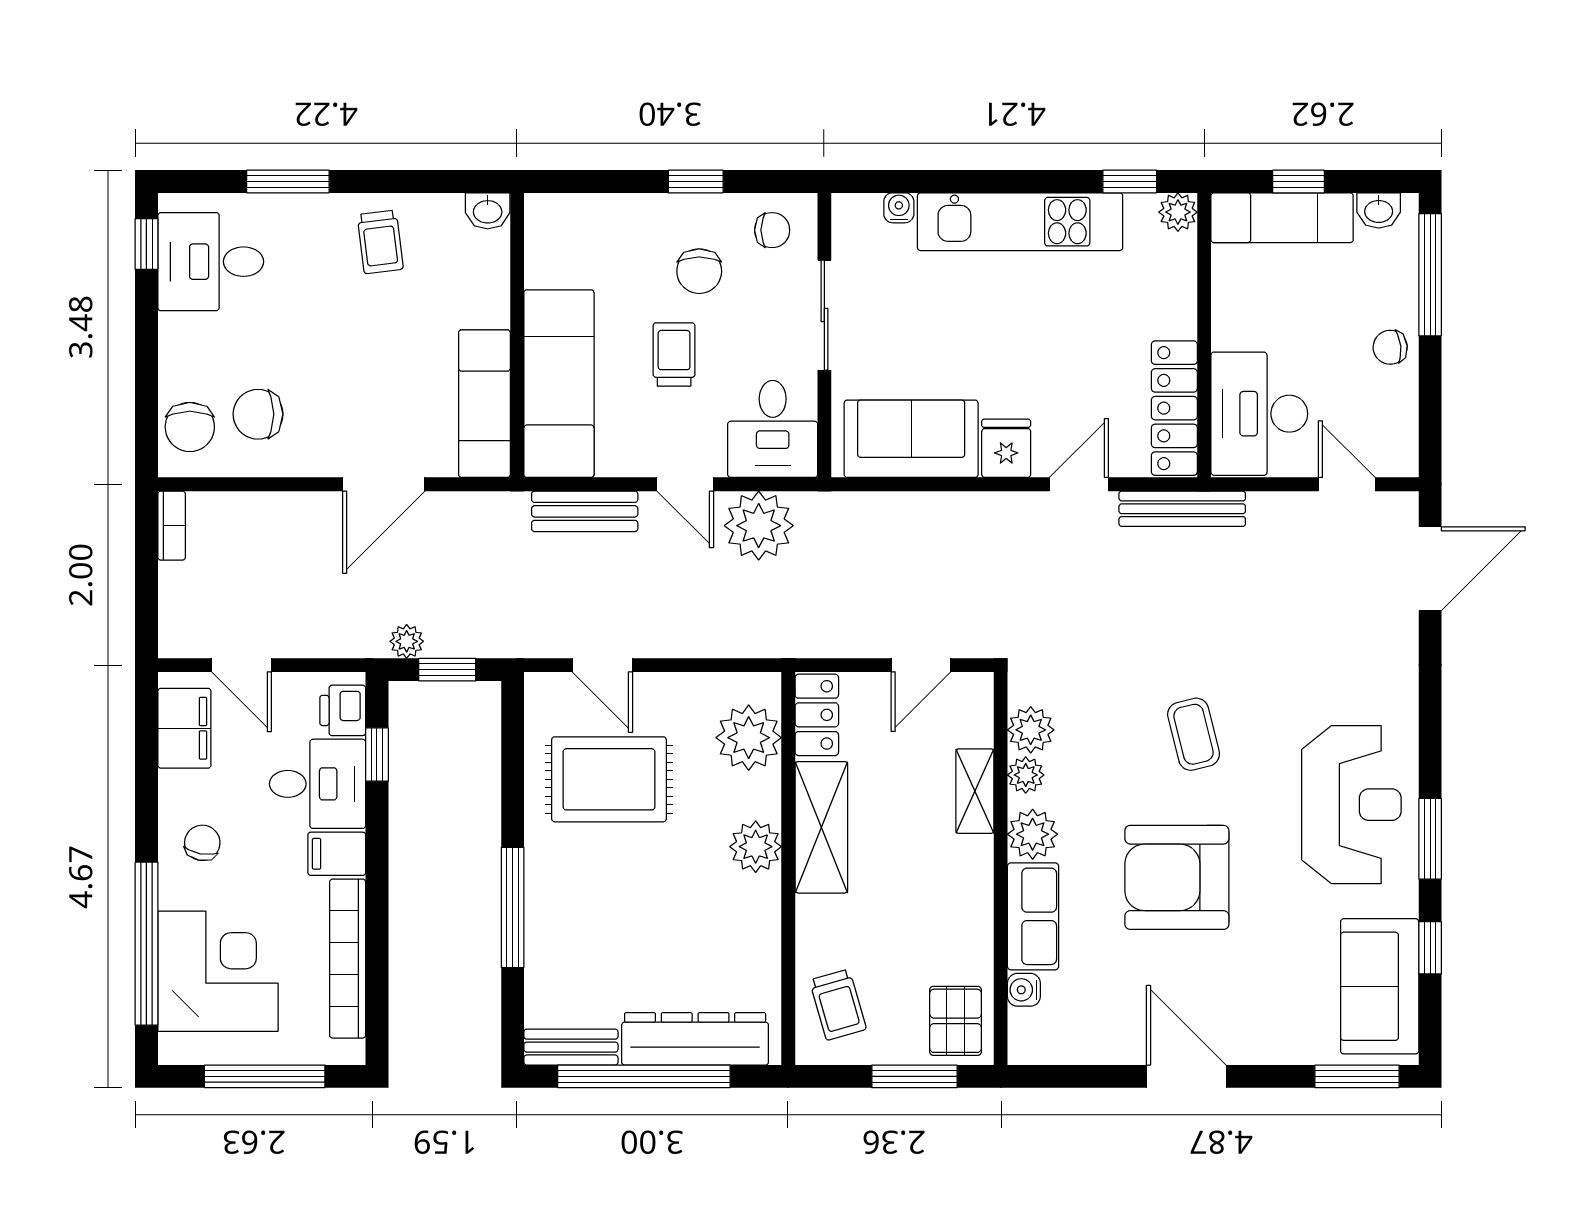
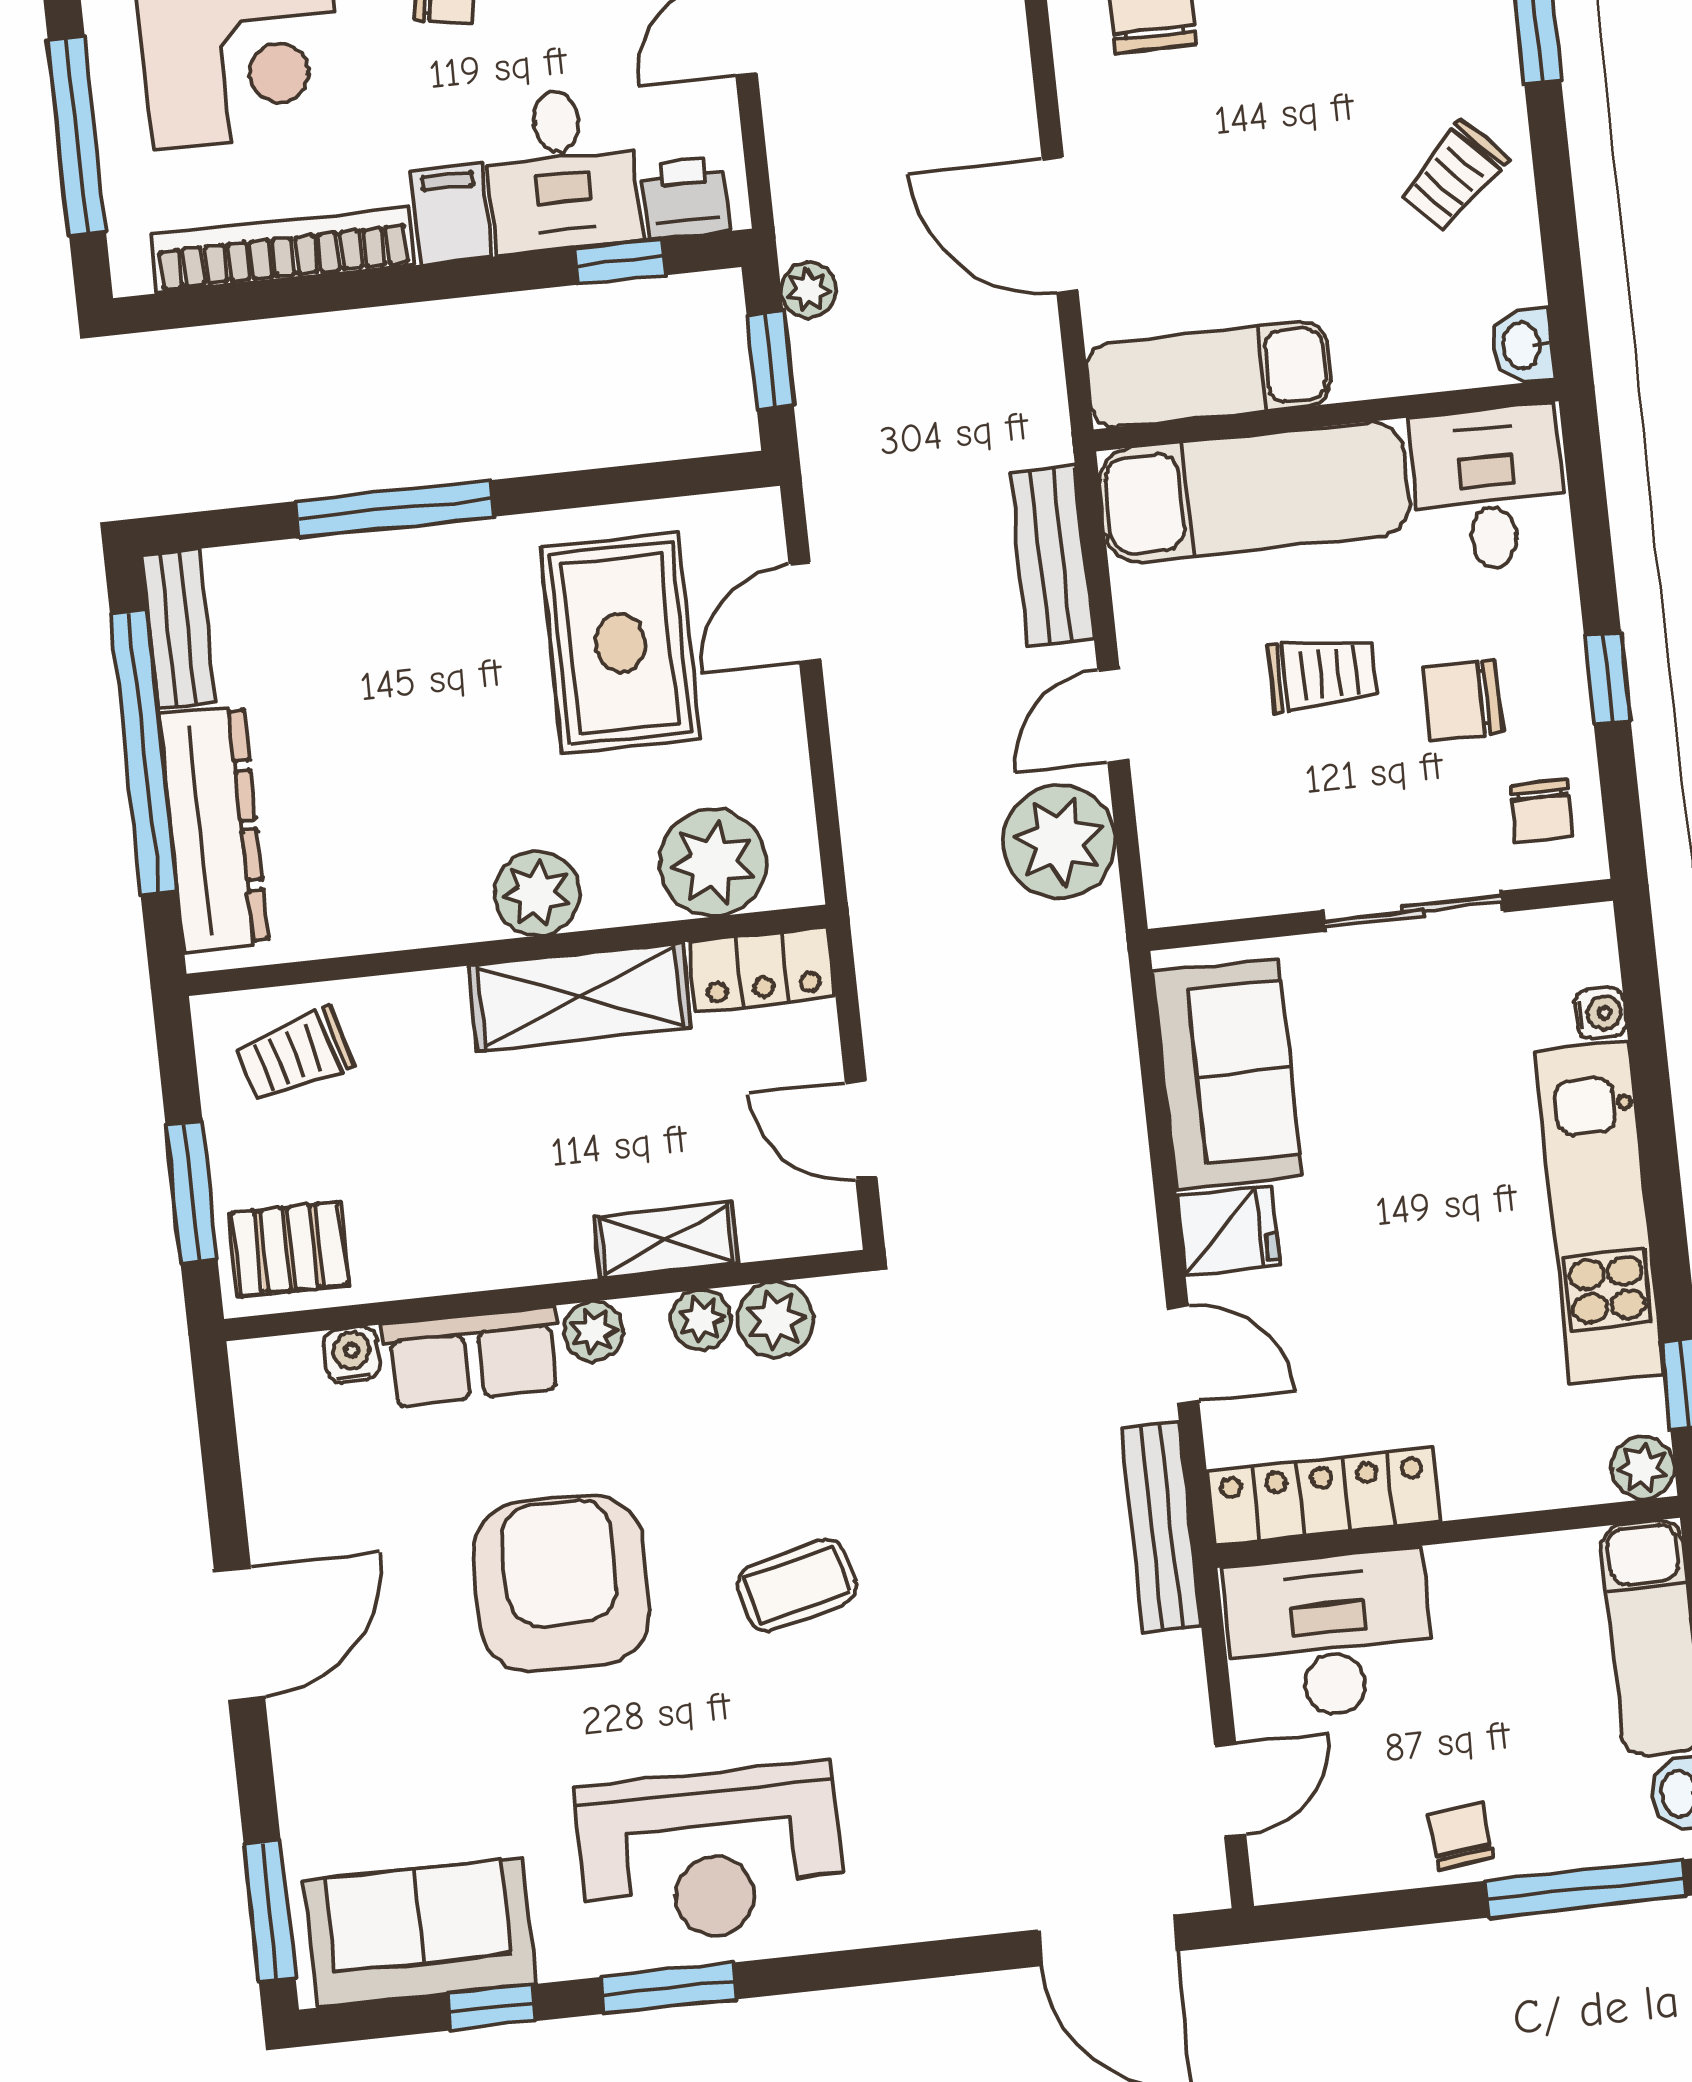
trolley: (380, 242) -> (1453, 176), turned -37
desk: (773, 429) -> (1489, 489), moved, turned 90
plant: (1033, 834) -> (594, 1331), width x0.73, depth x0.73

